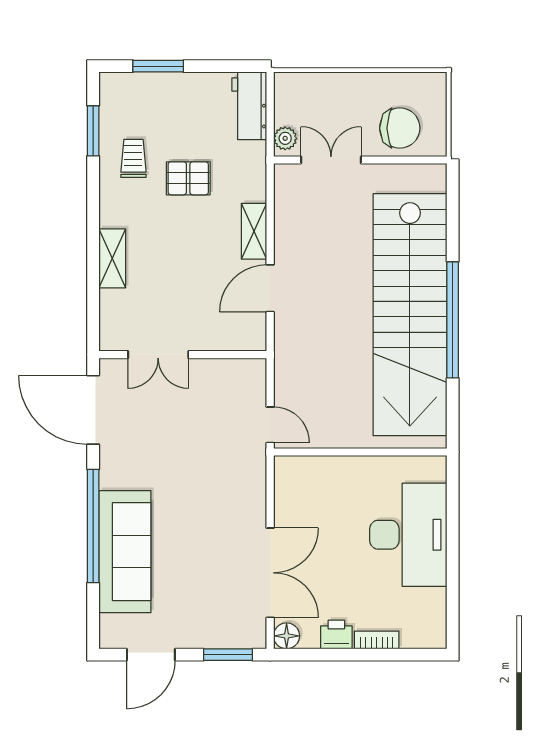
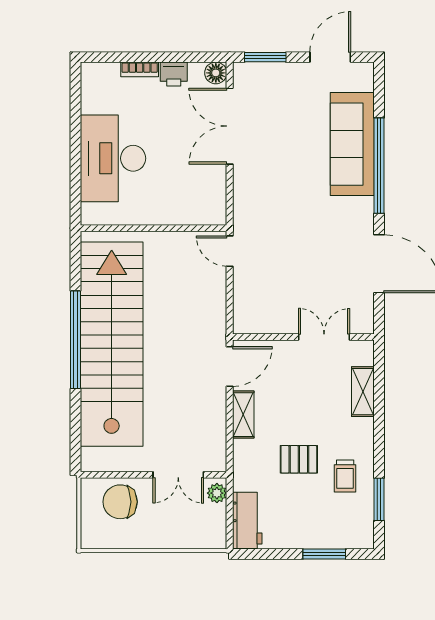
double door: (158, 355) -> (324, 337), moved
wall: (183, 355) -> (303, 337), moved

